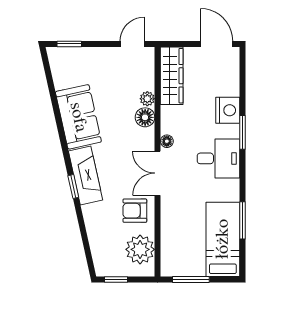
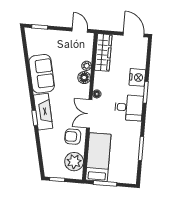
door: (132, 44) -> (80, 30), hinge flipped
bed: (223, 239) -> (98, 157), moved

